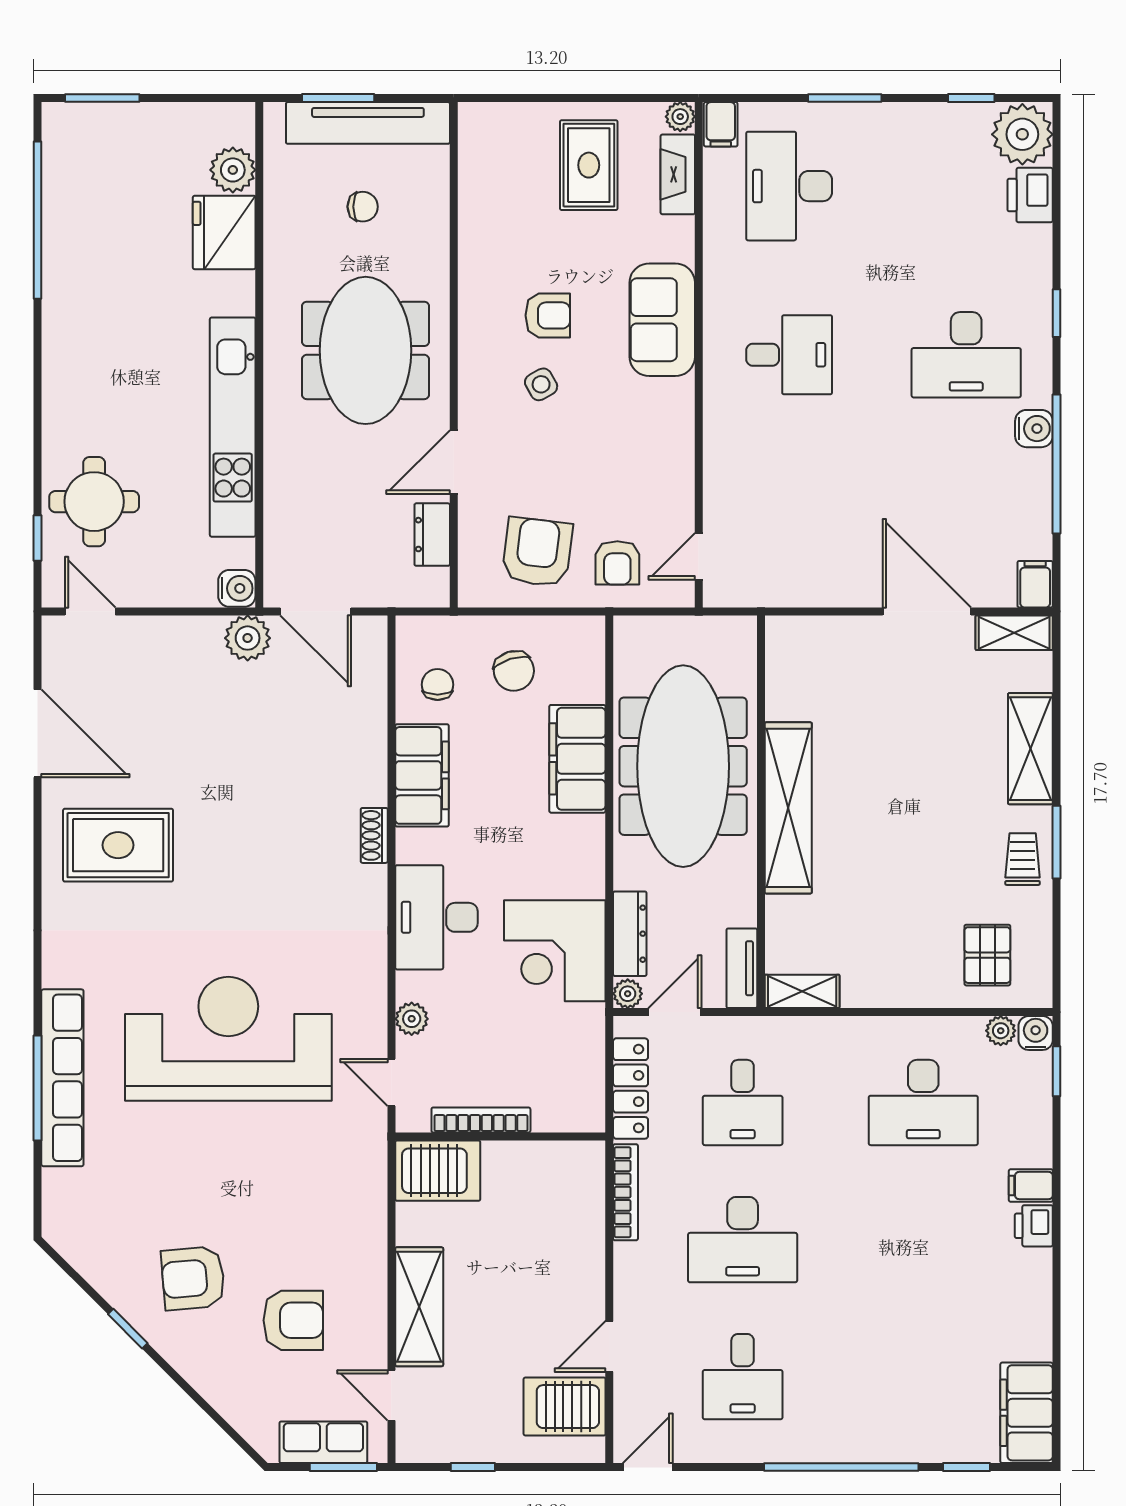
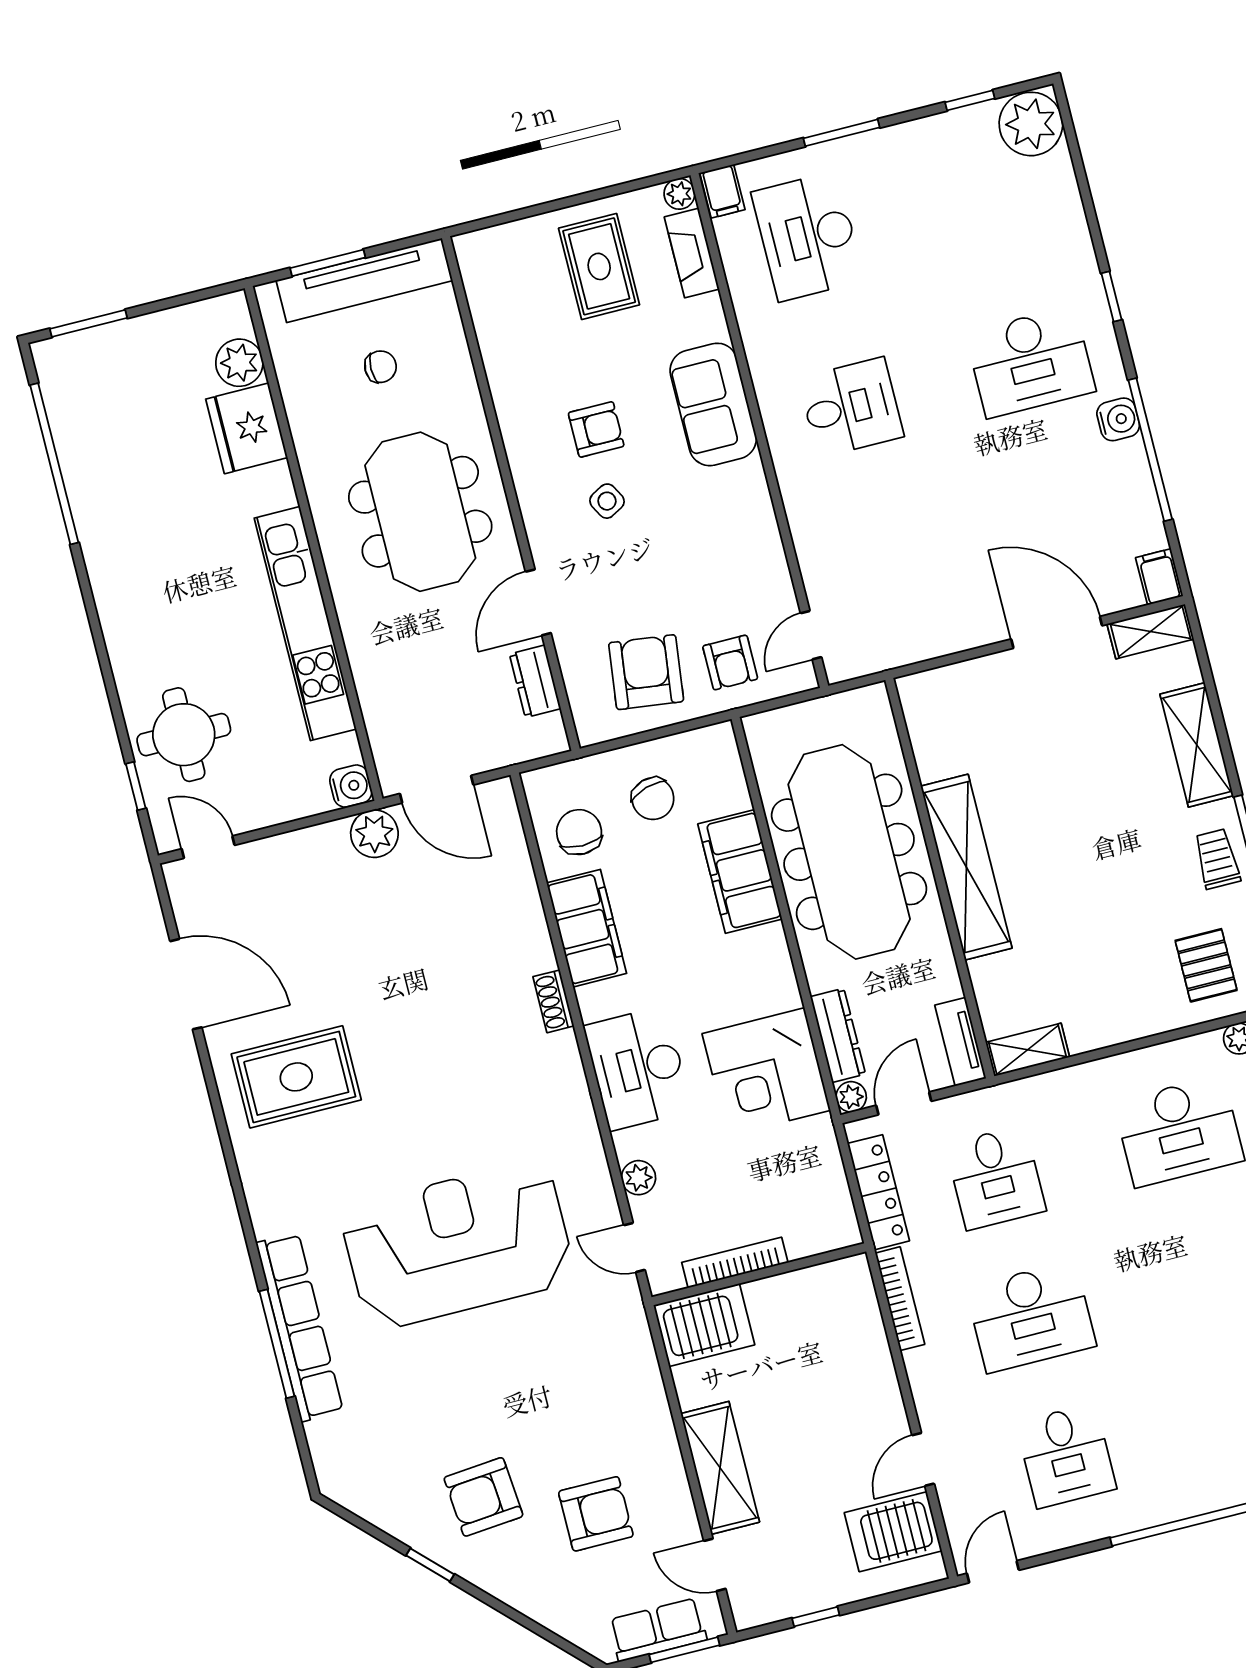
printer: (1030, 195) -> (1054, 184), removed
chair: (438, 685) -> (579, 832), width x1.37, depth x1.37

